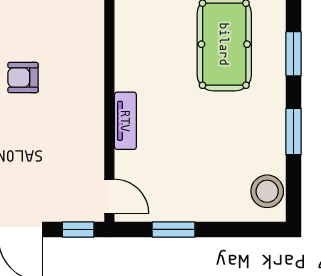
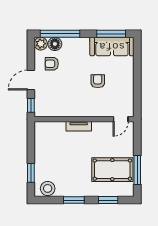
door: (109, 196) -> (121, 119), moved
window: (173, 229) -> (31, 173), moved

